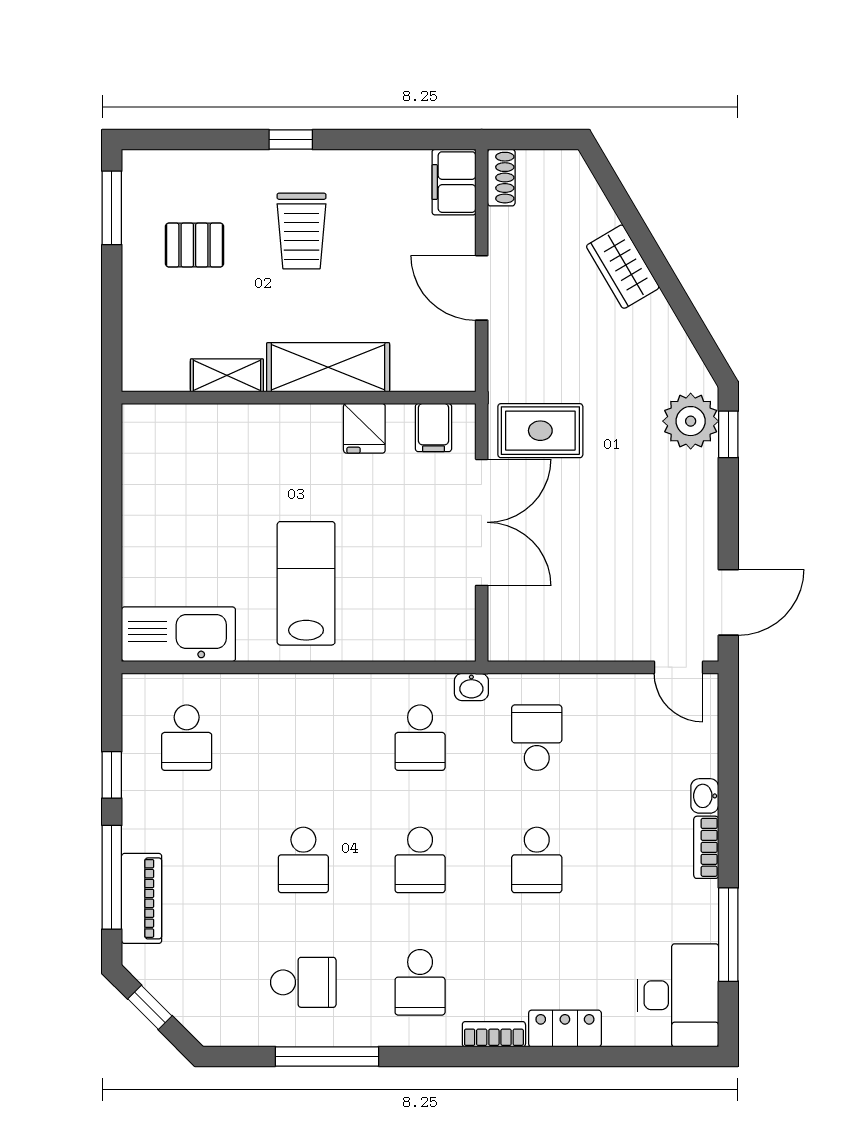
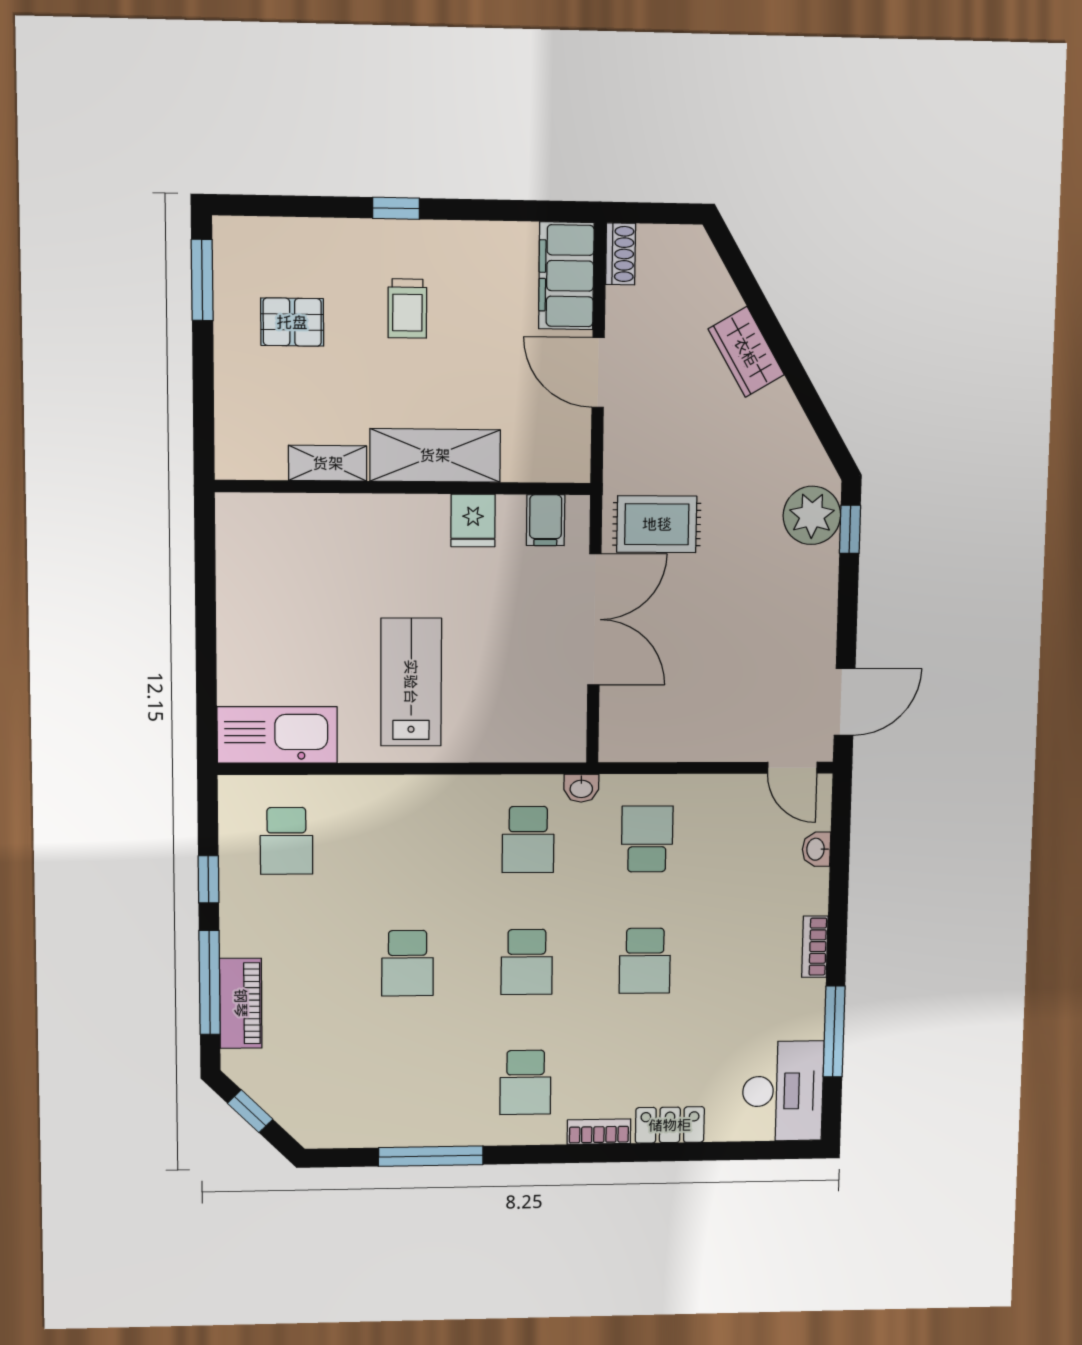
filing cabinet: (454, 182) -> (566, 276), width x1.50, depth x1.17
trolley: (302, 231) -> (407, 309), width x0.73, depth x0.72
washbasin: (705, 796) -> (816, 849), moved
school desk: (303, 982) -> (407, 1084), removed

